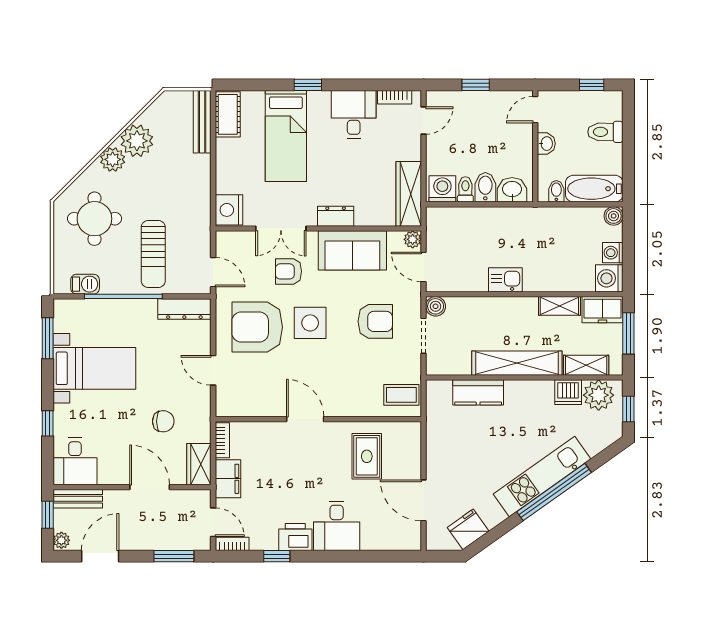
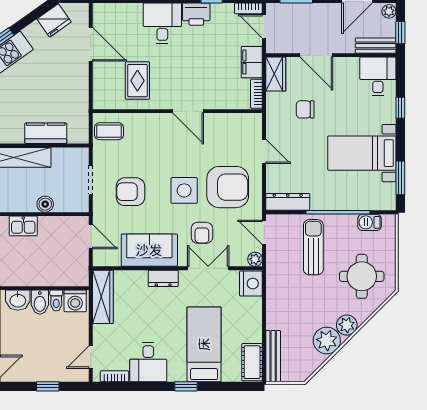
plant: (413, 239) -> (255, 259), moved
armchair: (288, 271) -> (202, 233), turned 90
boiler: (436, 306) -> (45, 204), moved

